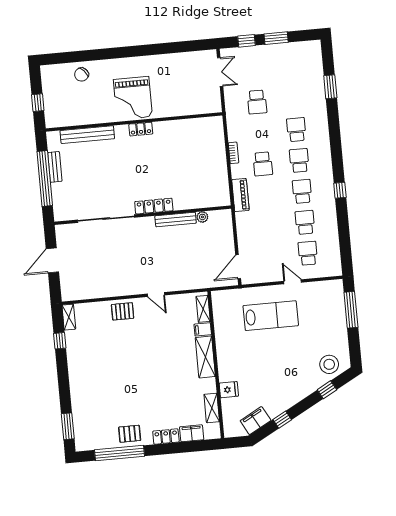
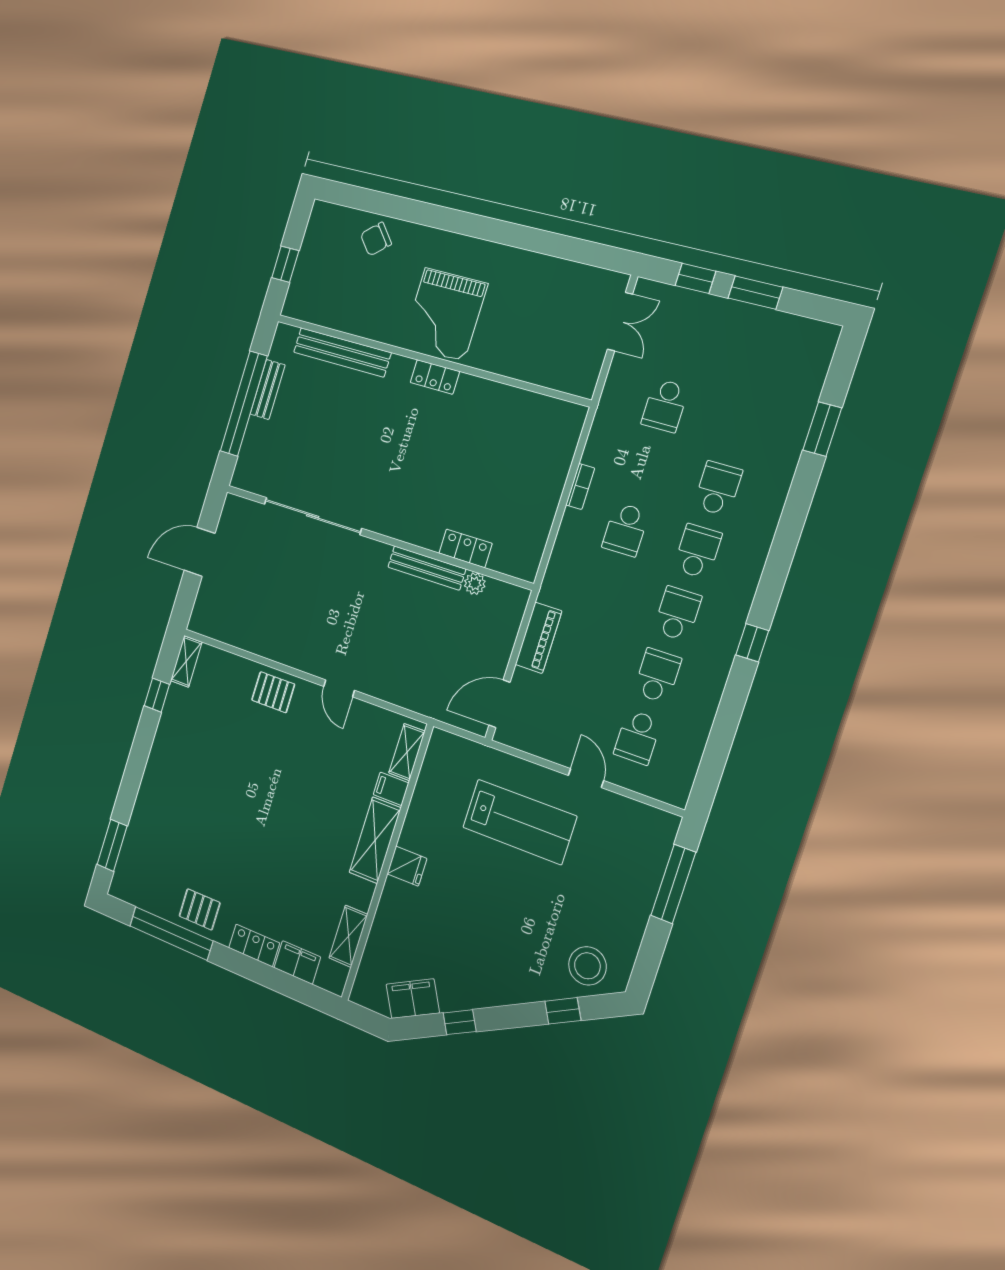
piano: (240, 195) -> (539, 638), moved
locker: (154, 206) -> (465, 548), moved, width x0.66
school desk: (308, 253) -> (637, 737), turned 180
fridge: (229, 390) -> (407, 866), moved

